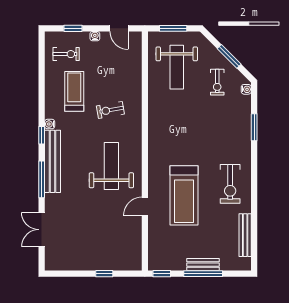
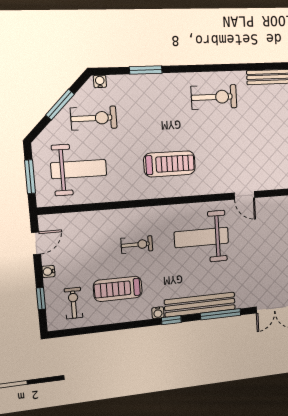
exercise bike: (217, 82) -> (94, 118), width x1.38, depth x1.39
exercise bike: (110, 110) -> (137, 245), turned -80
treadmill: (184, 195) -> (170, 164), moved, width x0.73, depth x0.73

